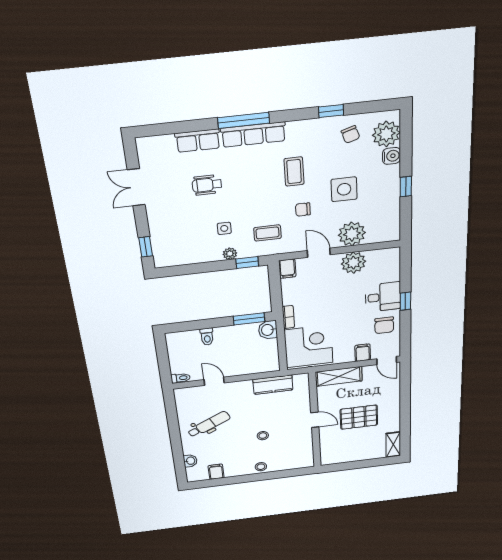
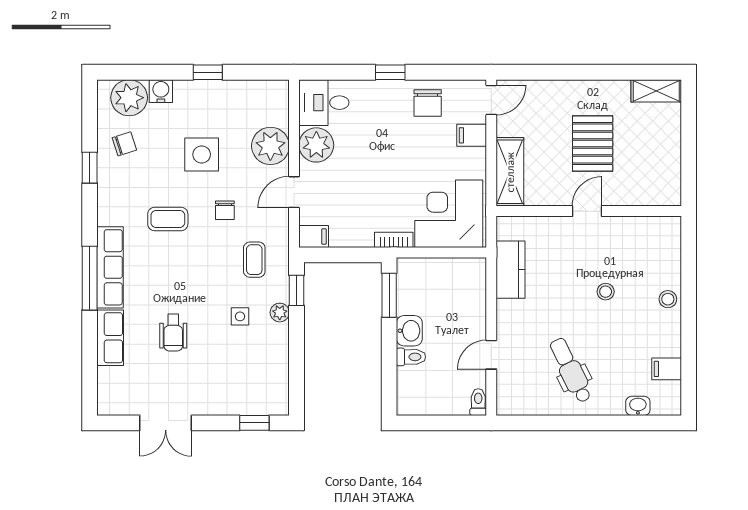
desk: (383, 297) -> (324, 103), moved, turned -90
chair: (384, 325) -> (428, 103), turned 90
washbasin: (268, 330) -> (409, 331), moved, turned -90

